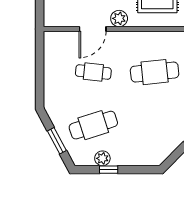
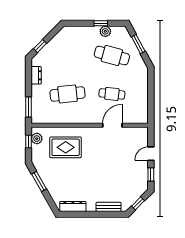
plant: (119, 18) -> (93, 133), removed
cafe table: (93, 125) -> (112, 56), turned 33

